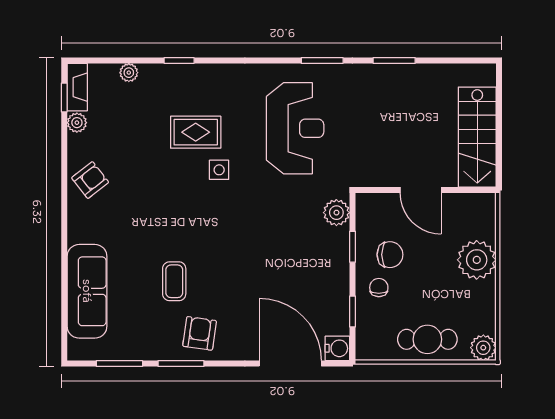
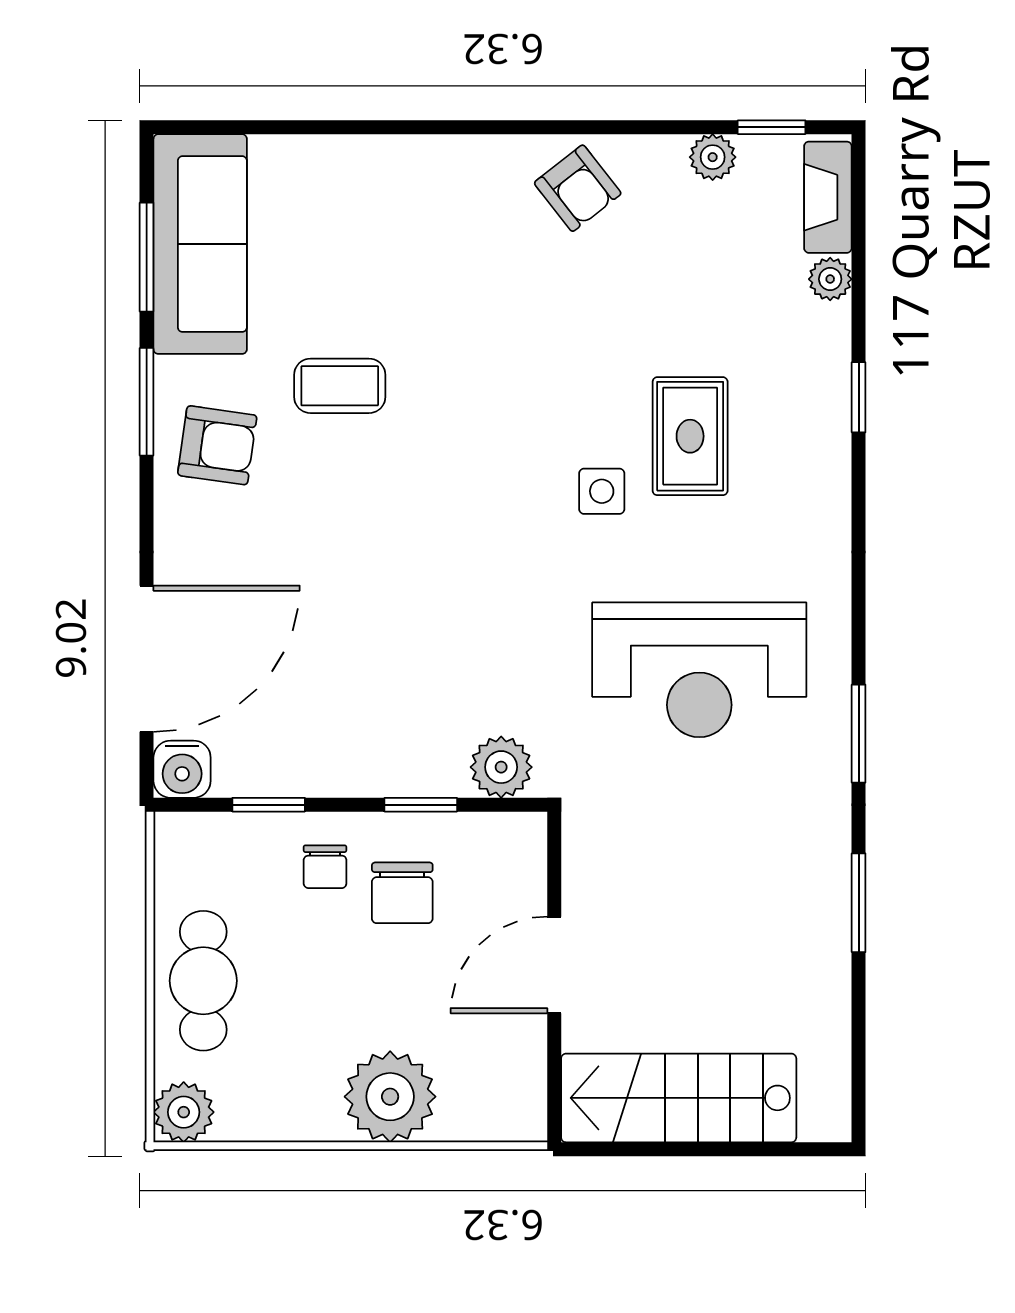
fireplace: (77, 87) -> (828, 197), moved, turned 90
chair: (379, 288) -> (325, 867), turned 90
sofa: (87, 291) -> (200, 244), moved, turned -90

